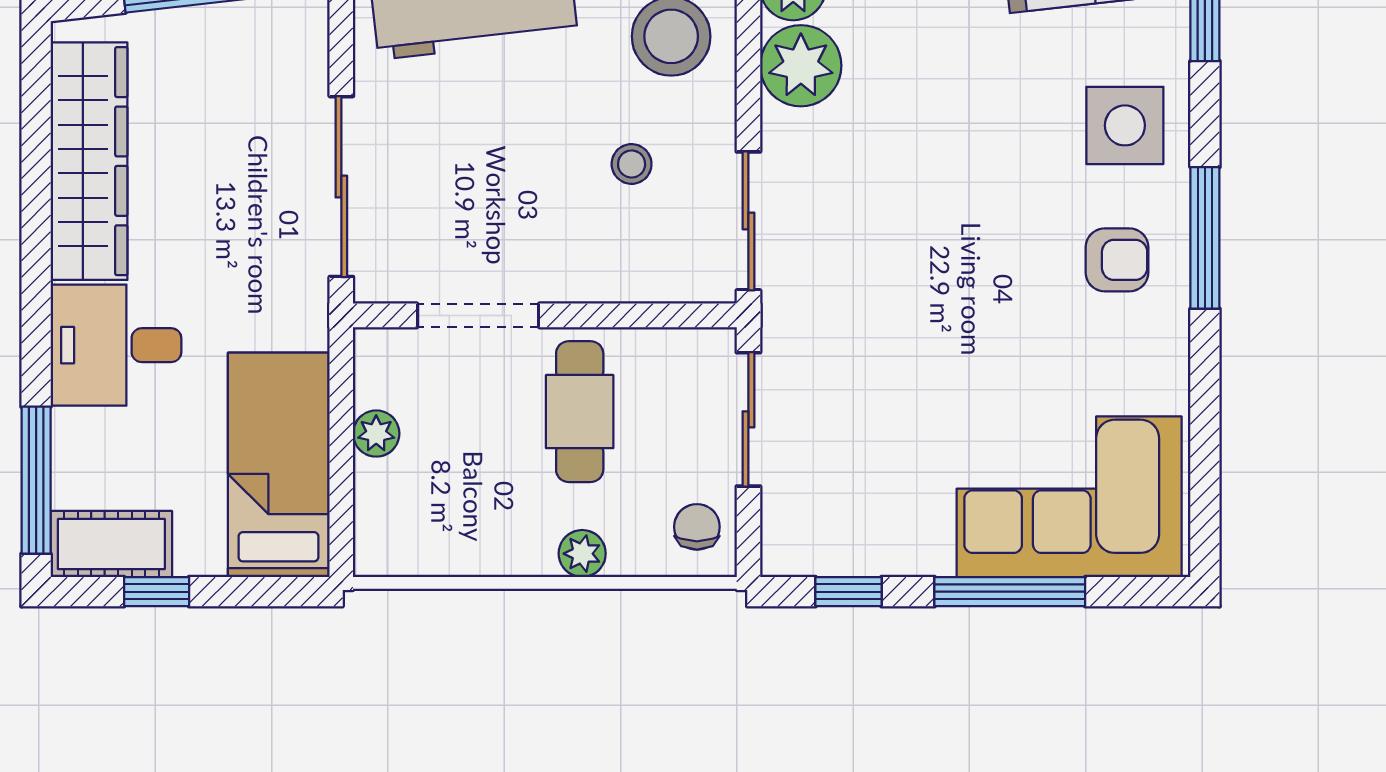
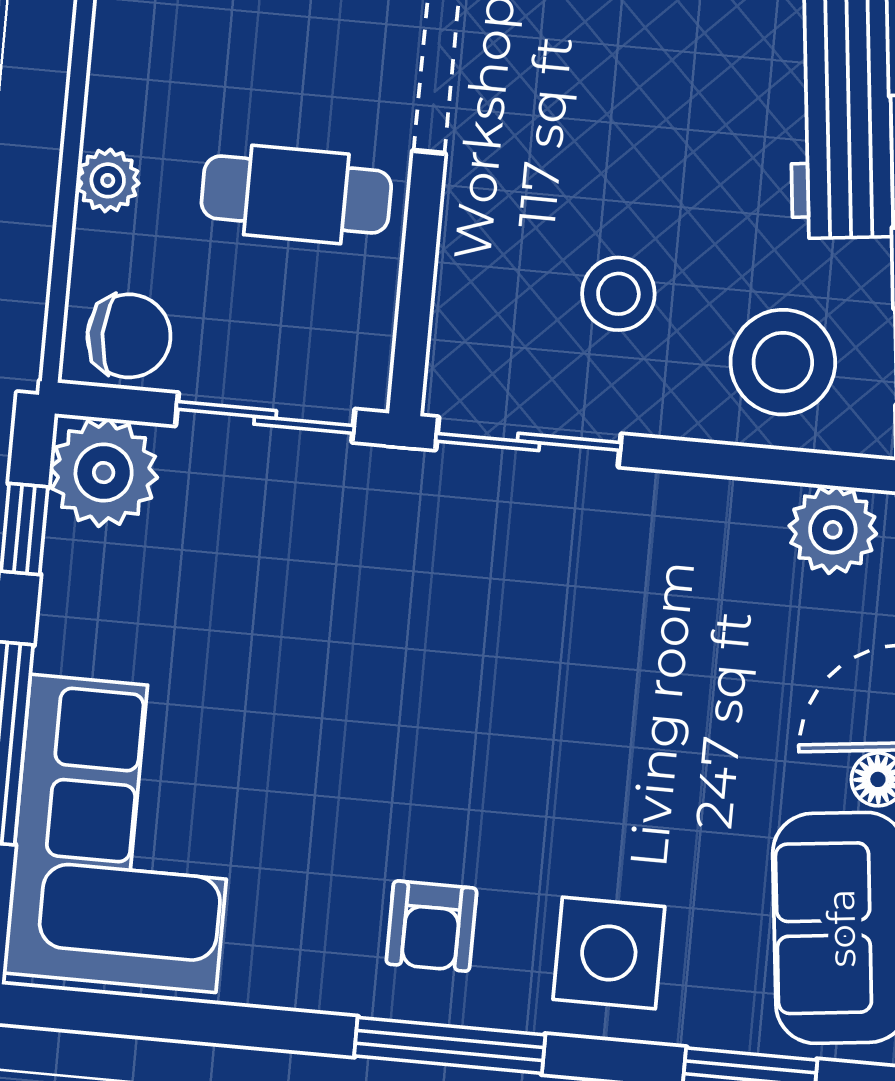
plant: (801, 66) -> (104, 473), moved
stool: (632, 164) -> (618, 294), width x1.37, depth x1.37
chair: (697, 527) -> (129, 336), width x1.37, depth x1.37

